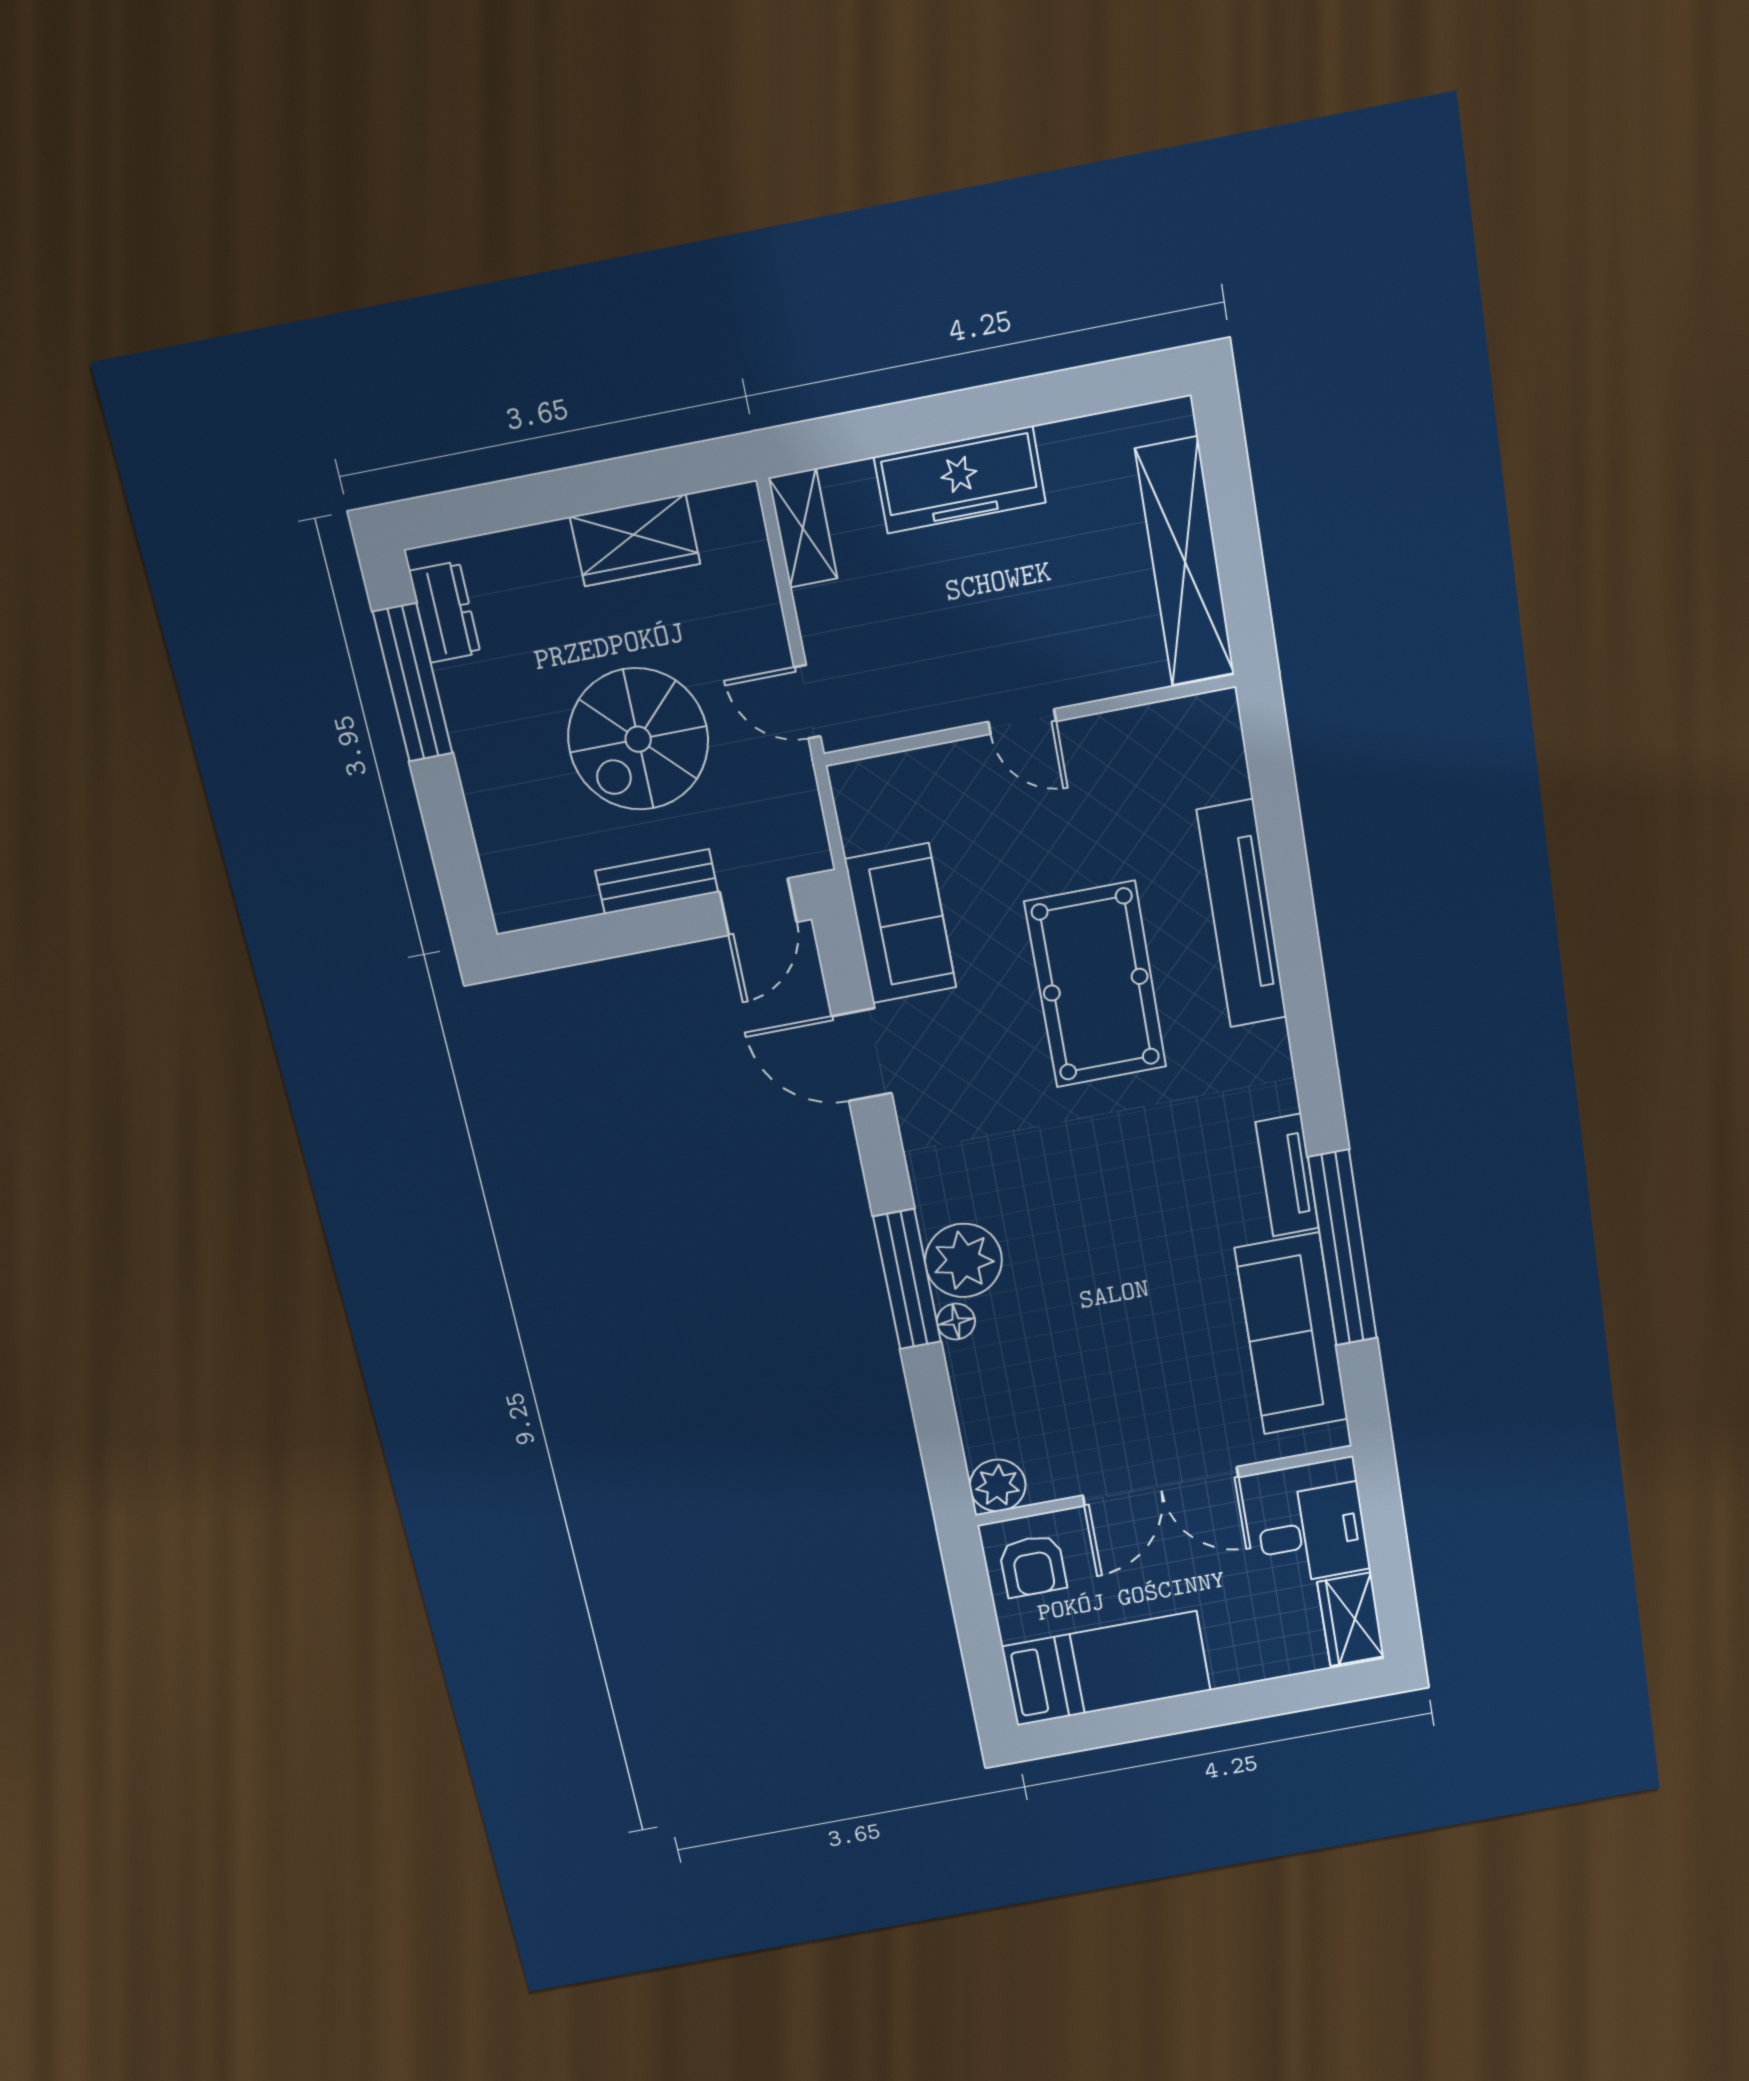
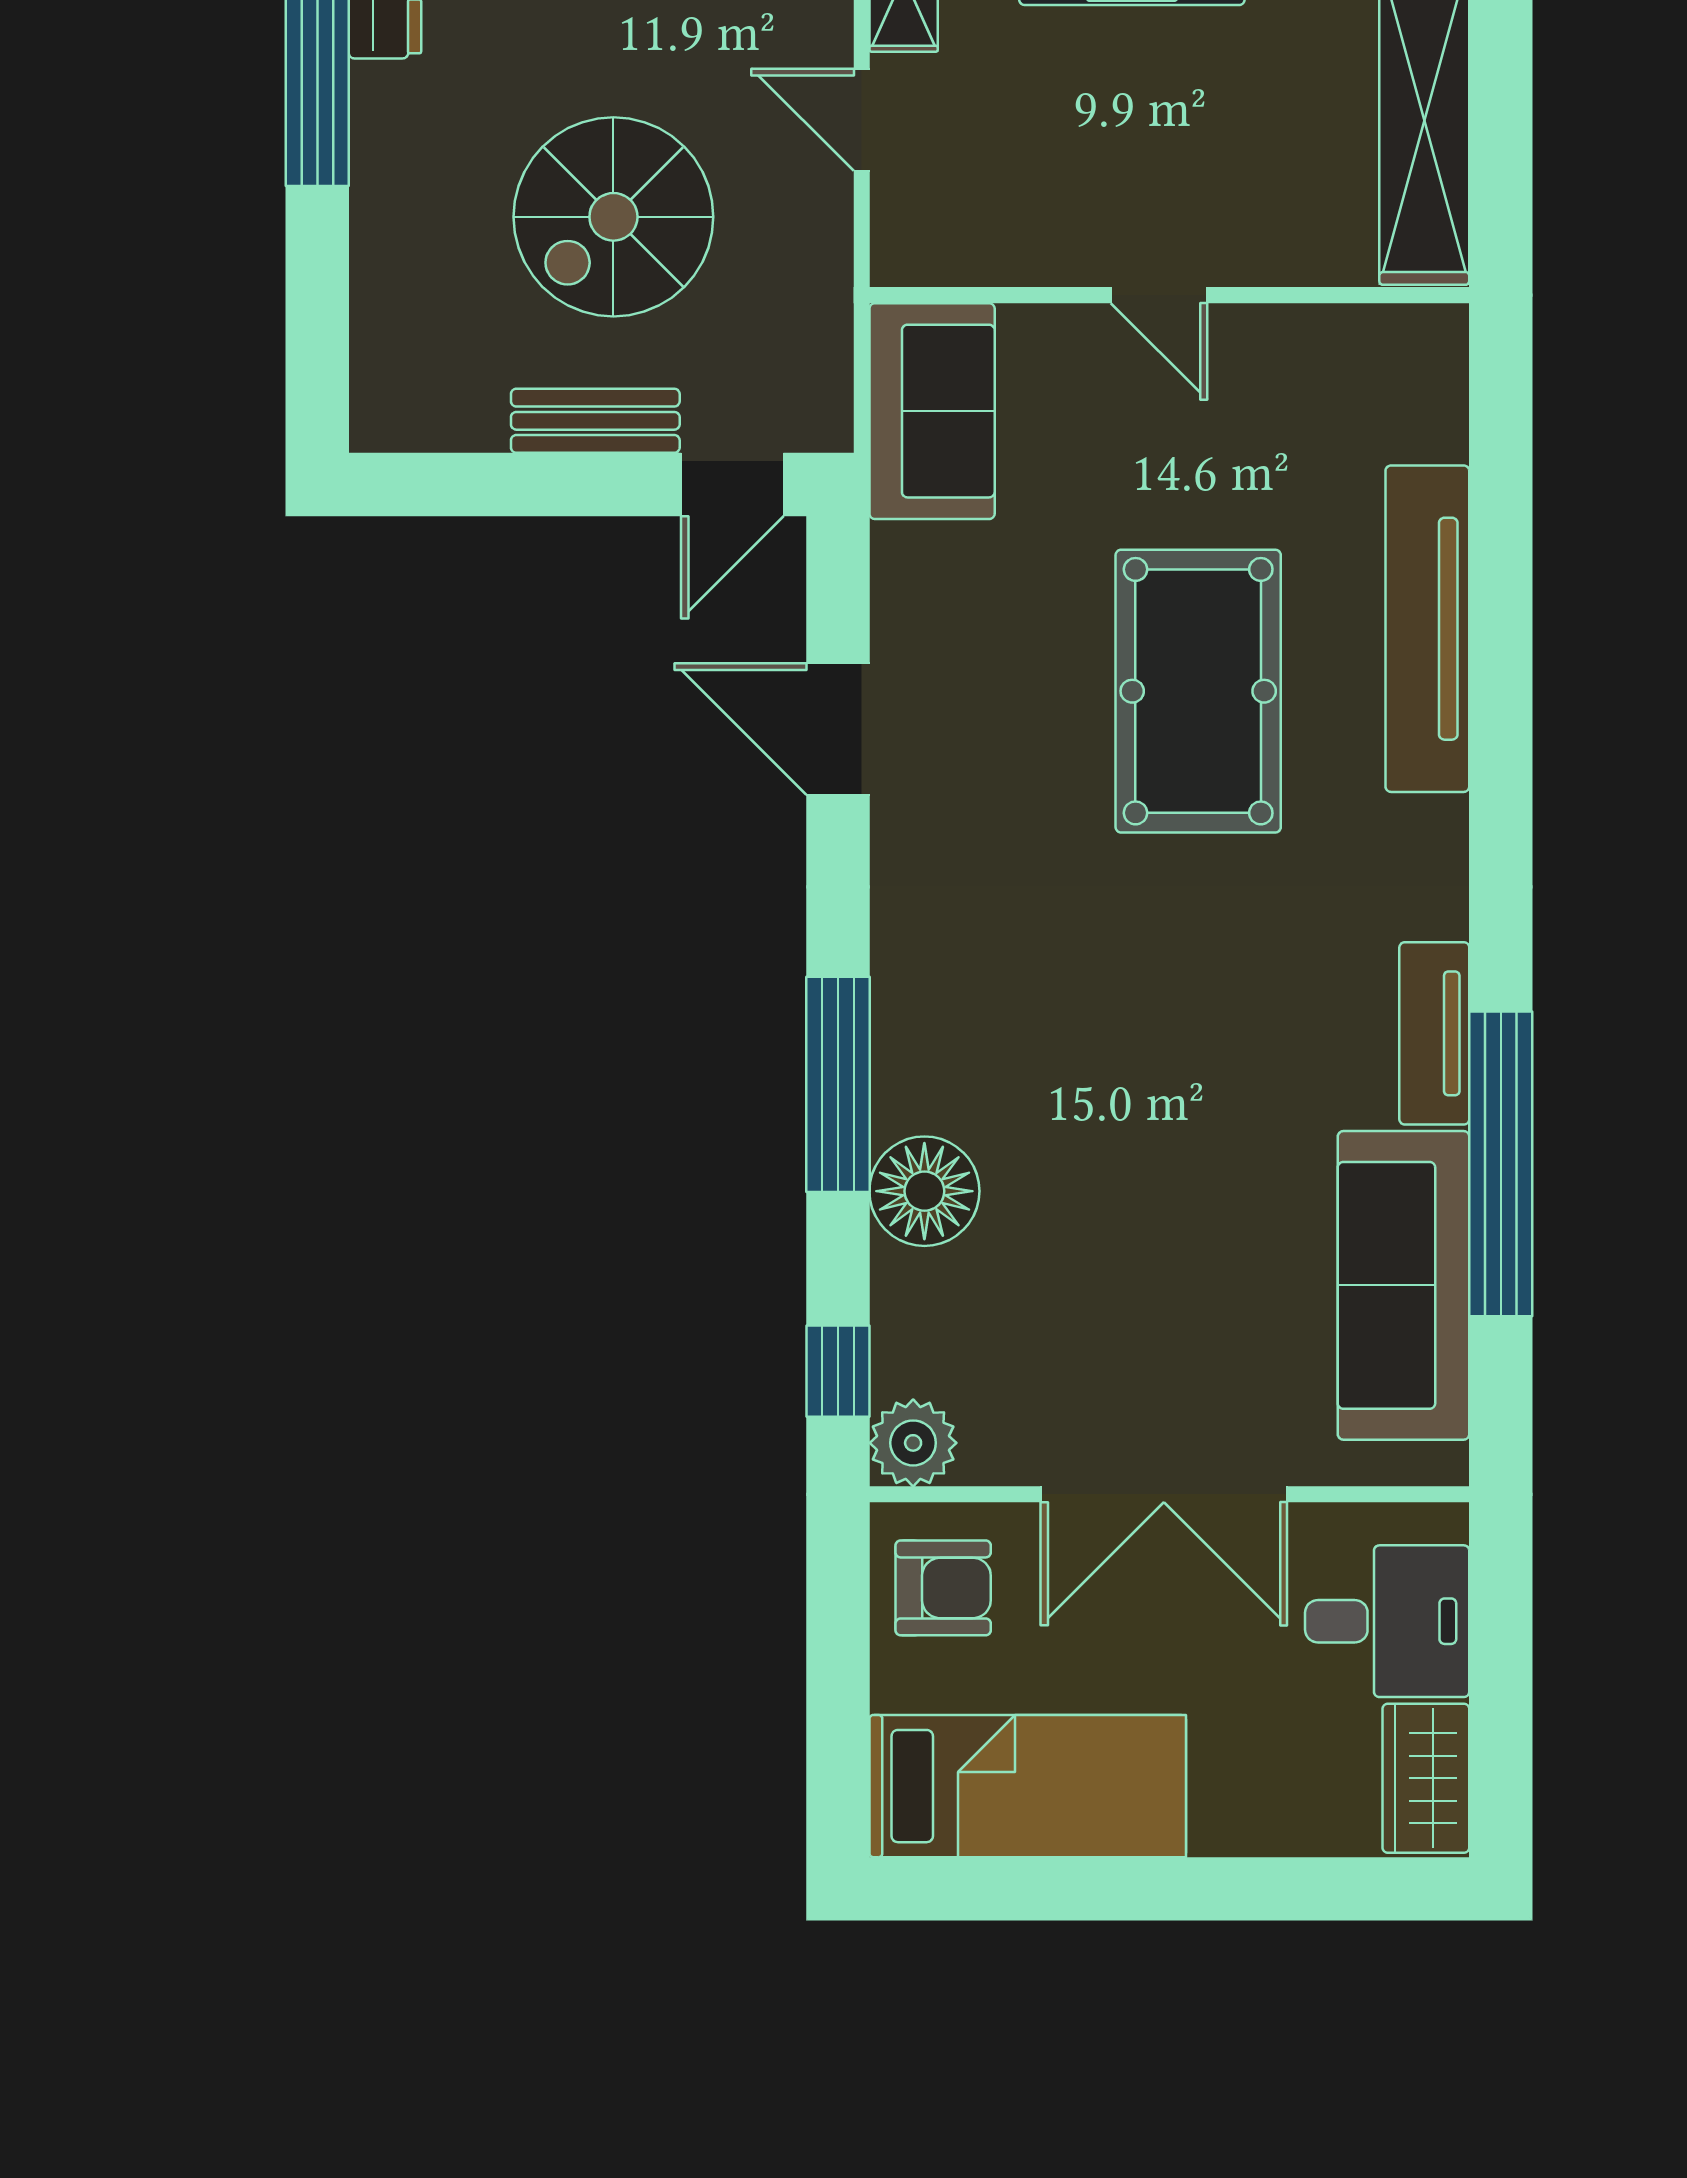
door: (807, 702) -> (862, 120), moved
sofa: (901, 924) -> (932, 411), moved
plant: (963, 1260) -> (928, 1072), removed
floor lamp: (956, 1322) -> (924, 1191), width x1.89, depth x1.89
window: (942, 1452) -> (838, 1371), added
armchair: (1033, 1566) -> (943, 1588), turned -90

